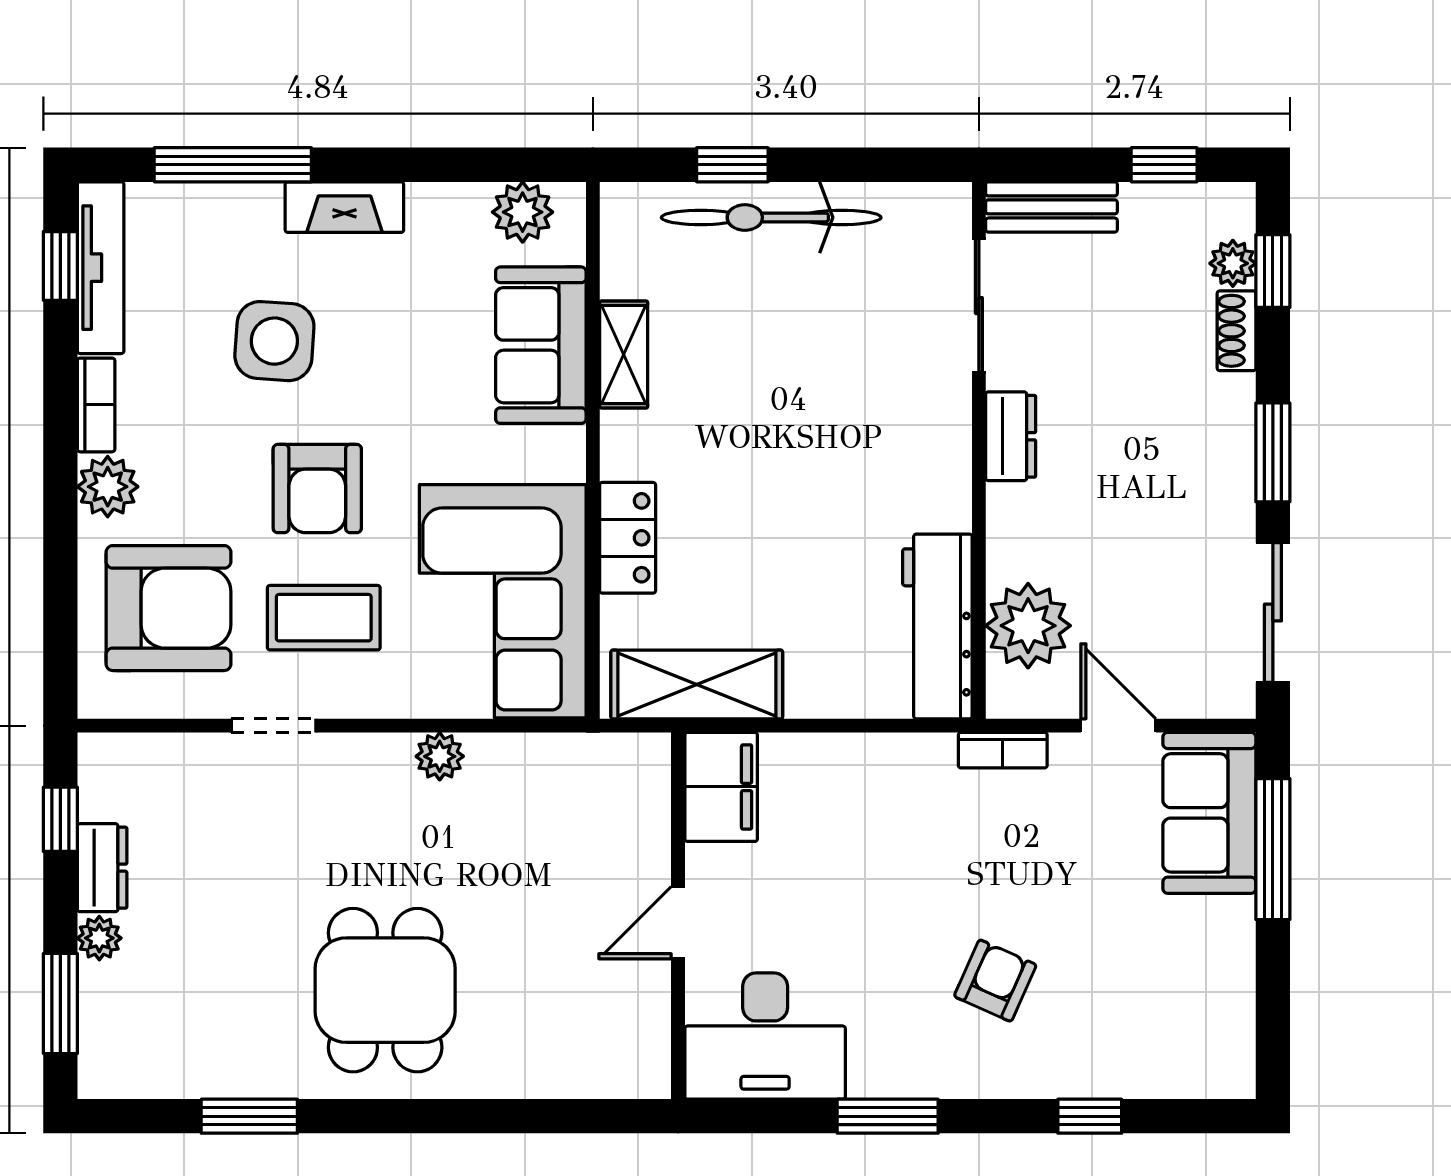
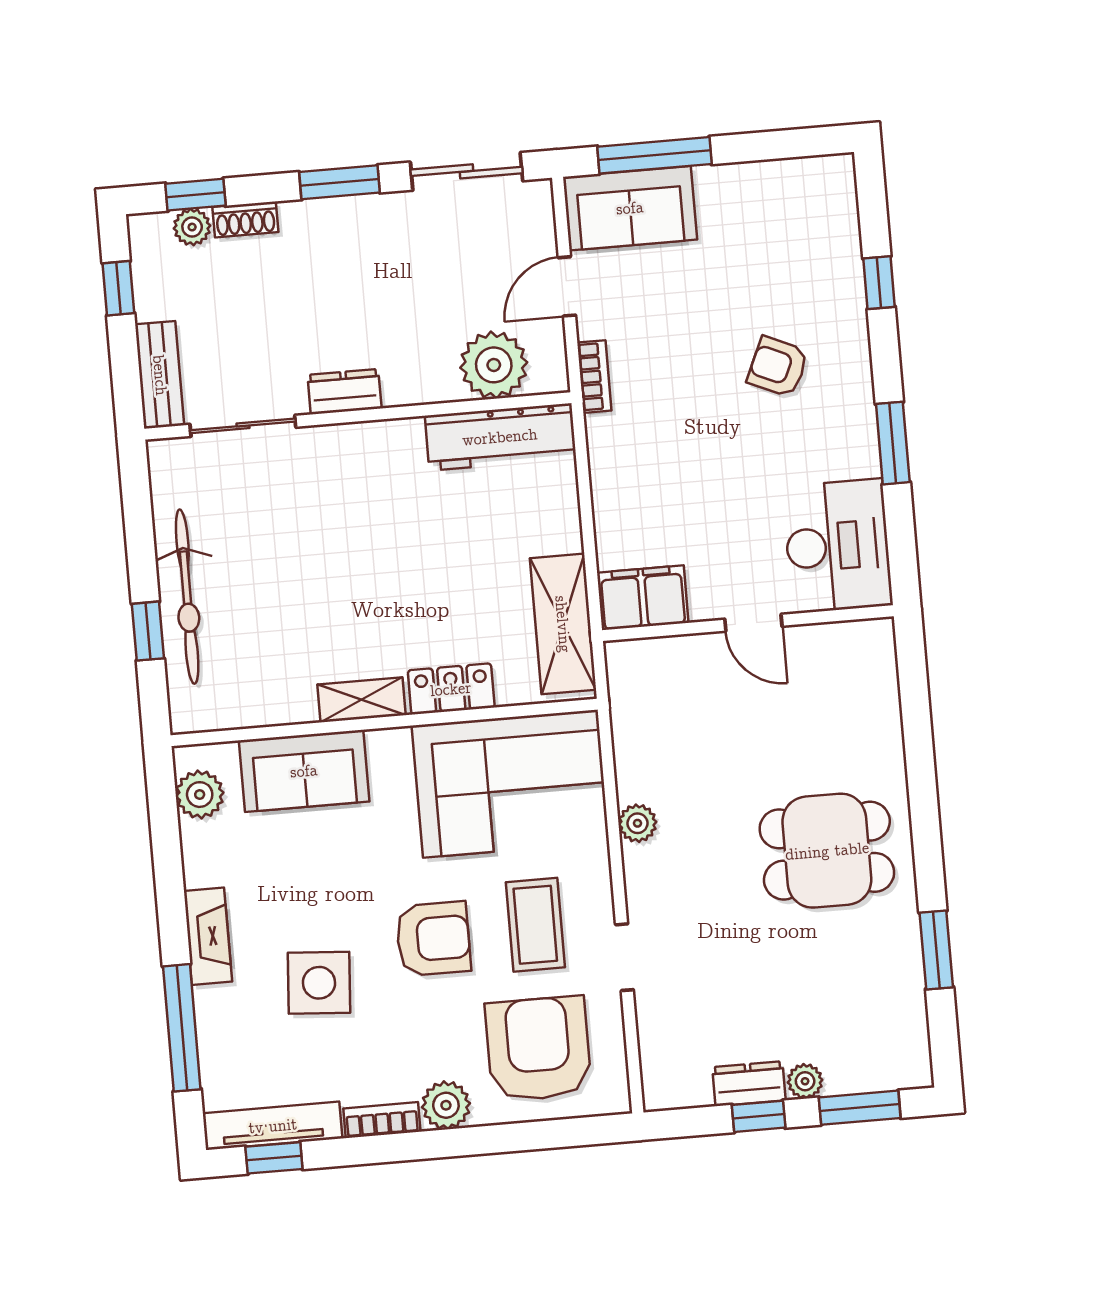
shelving: (624, 354) -> (361, 700), moved
window: (60, 819) -> (759, 1116), moved

